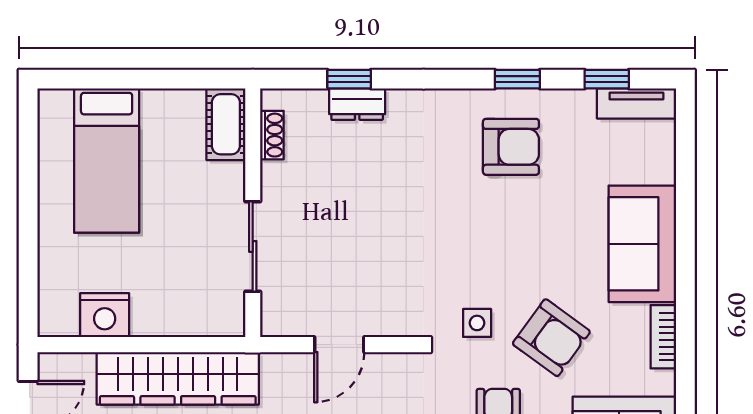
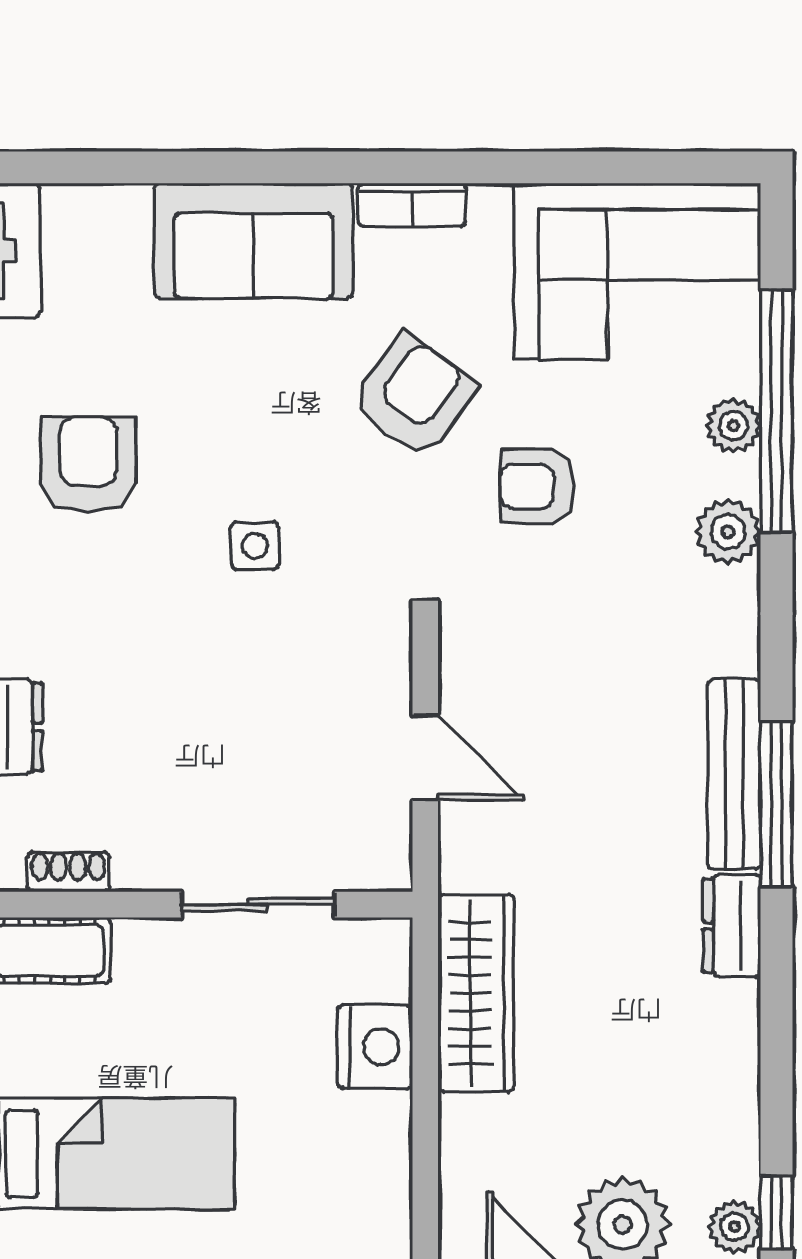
nightstand: (105, 315) -> (375, 1047), moved
side table: (477, 323) -> (255, 546), moved
wardrobe: (178, 378) -> (476, 993), width x0.71, depth x0.85

